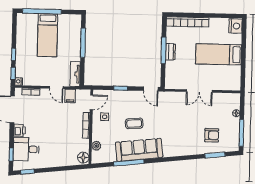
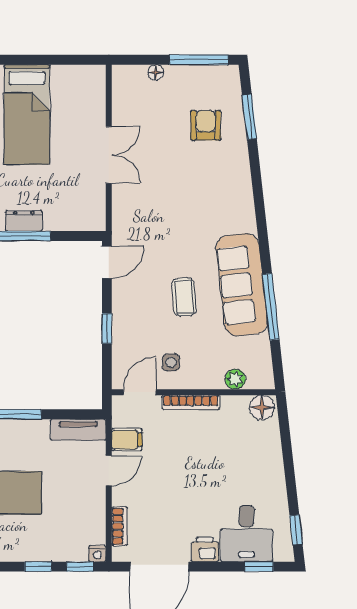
door: (91, 102) -> (140, 392), hinge flipped

